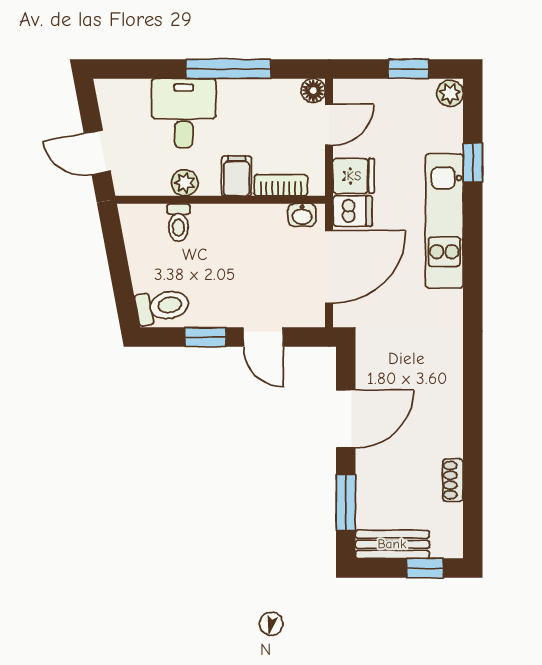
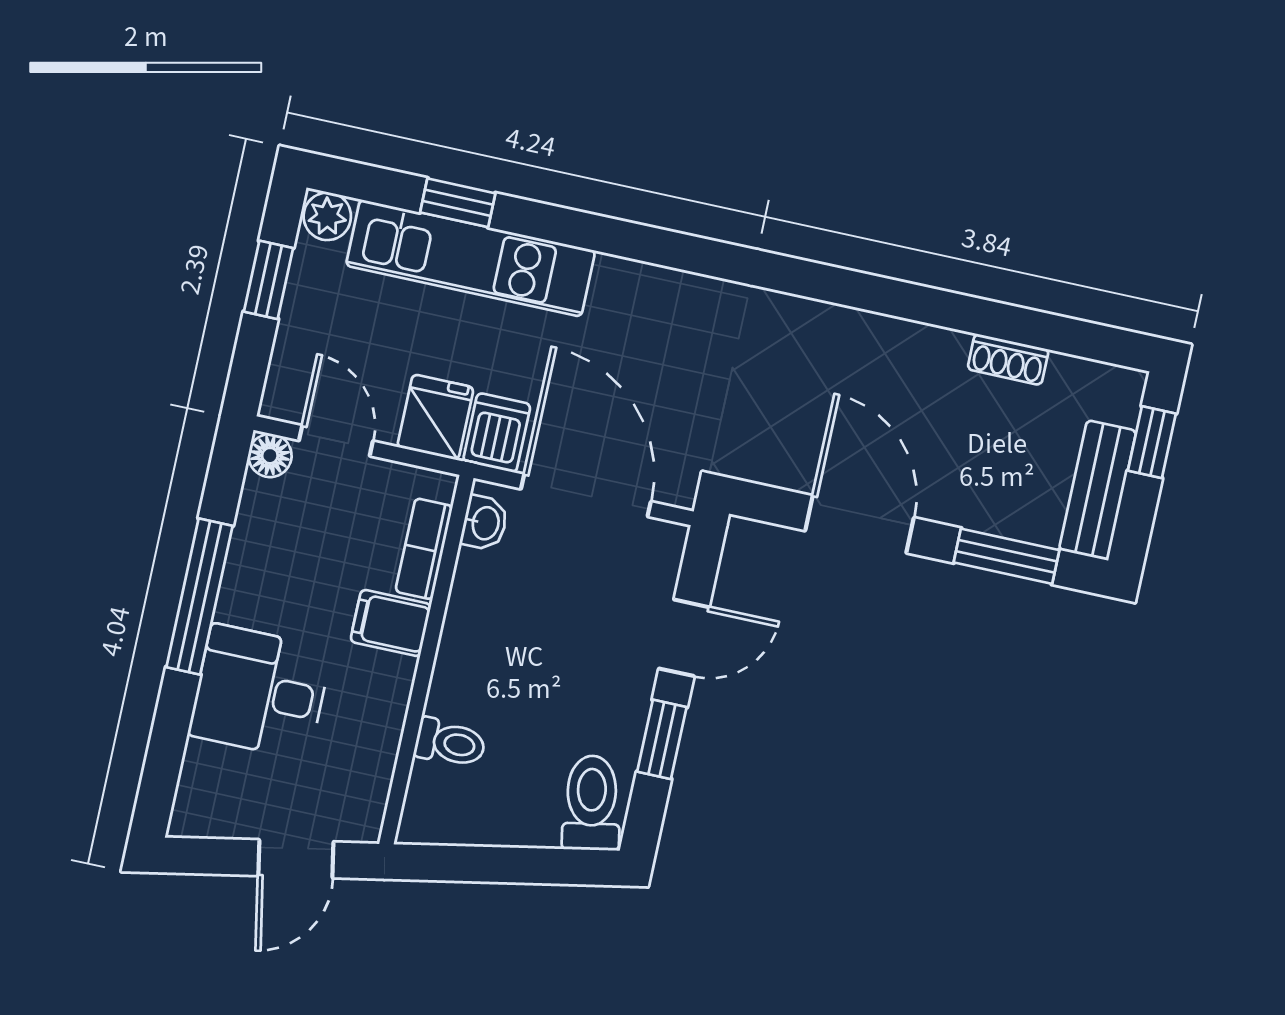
plant: (185, 183) -> (383, 717), removed
kitchen unit: (444, 221) -> (471, 258), moved

